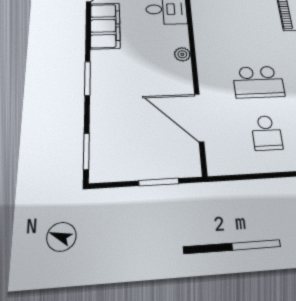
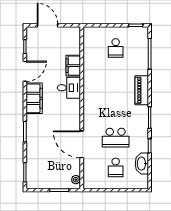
plant: (182, 54) -> (76, 180), moved
door: (199, 118) -> (82, 144), moved

